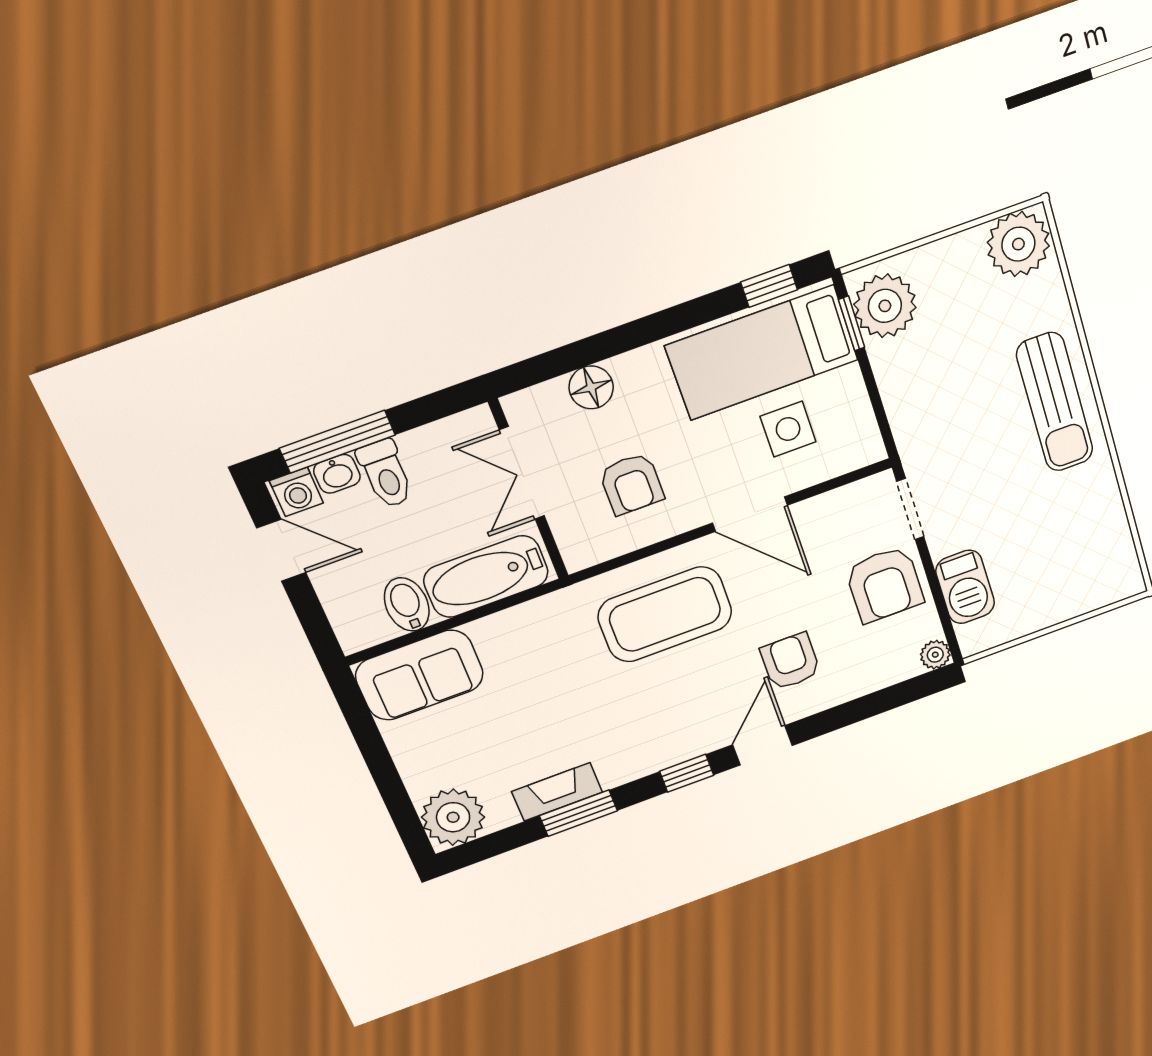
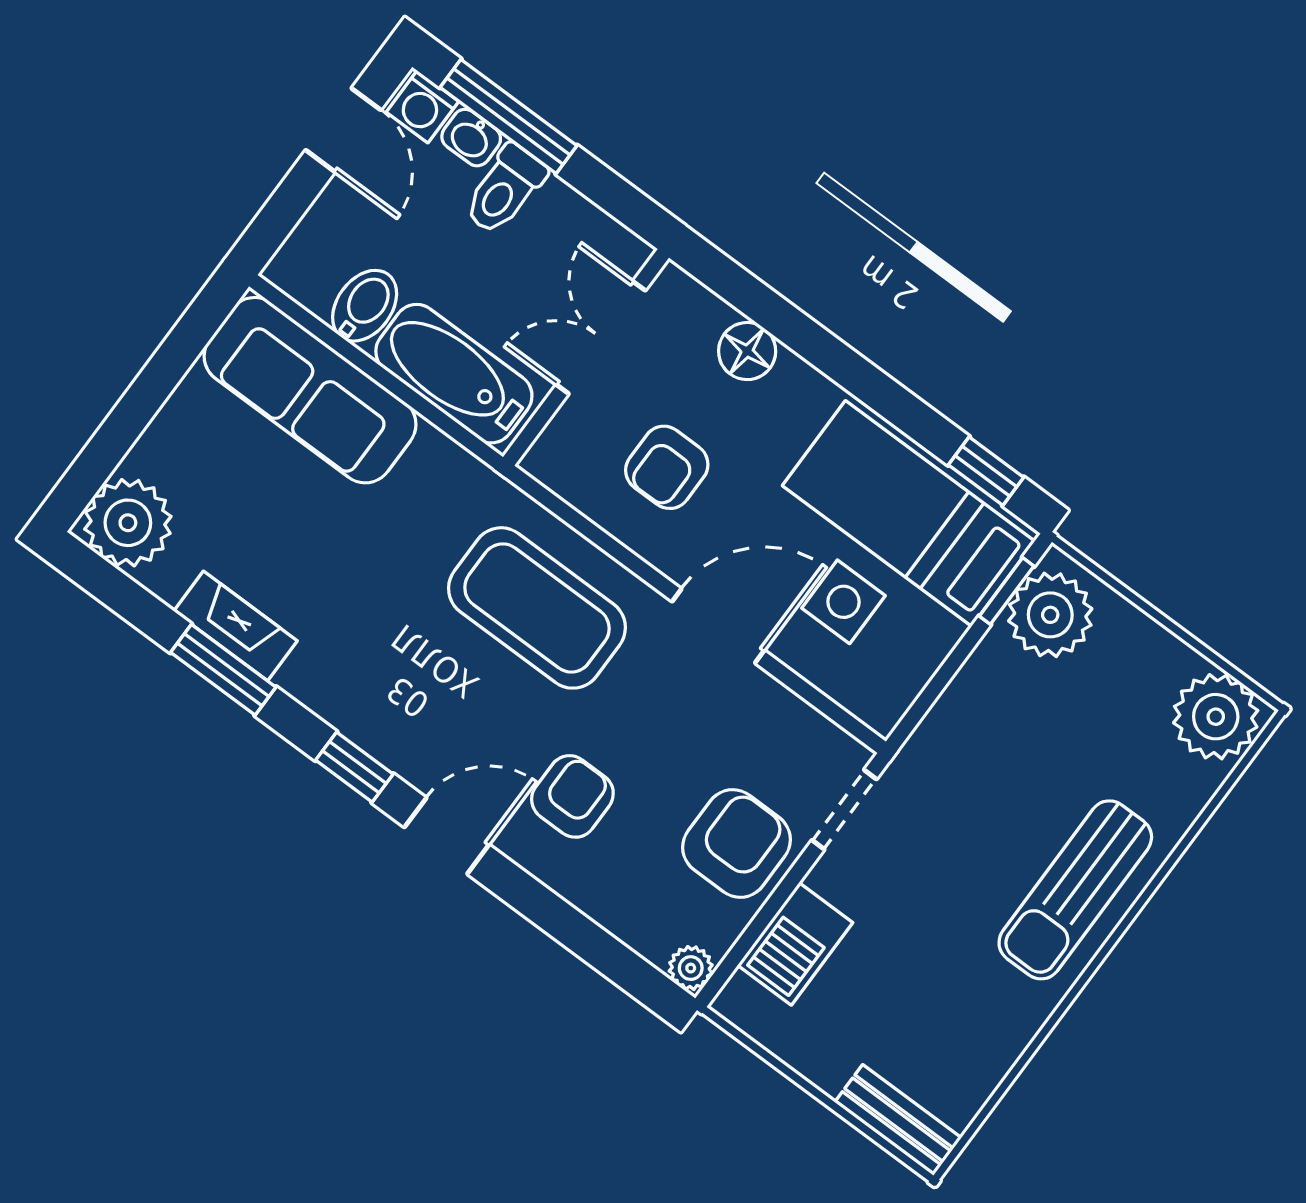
door: (750, 514) -> (718, 626), swing flipped
armchair: (884, 584) -> (736, 843), turned 180
bench: (1104, 591) -> (898, 1120), added
sofa: (419, 675) -> (310, 390), width x1.36

